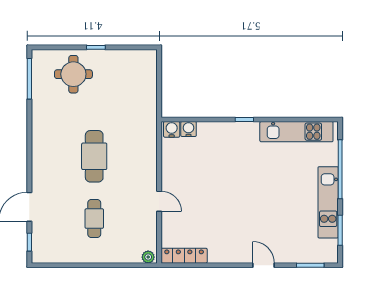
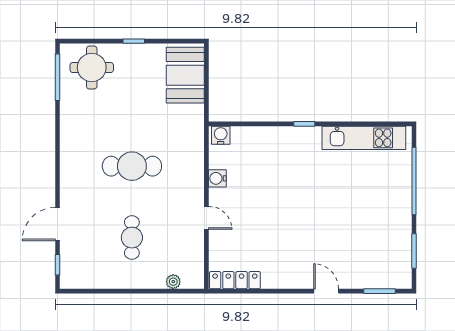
round table: (73, 74) -> (92, 68), moved
booth: (141, 77) -> (185, 75), added
water cooler: (189, 129) -> (217, 178), moved, turned -90
cafe table: (94, 156) -> (132, 166), turned 90
kitchen unit: (328, 202) -> (400, 219), removed
plant: (148, 257) -> (173, 282), moved

